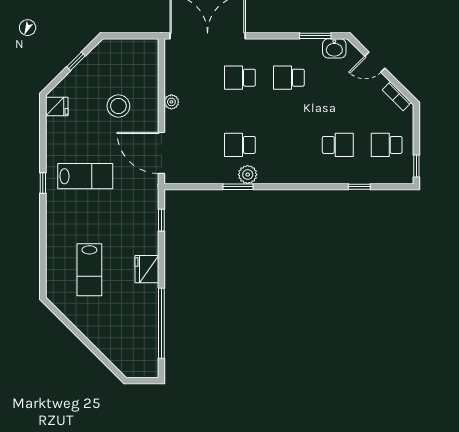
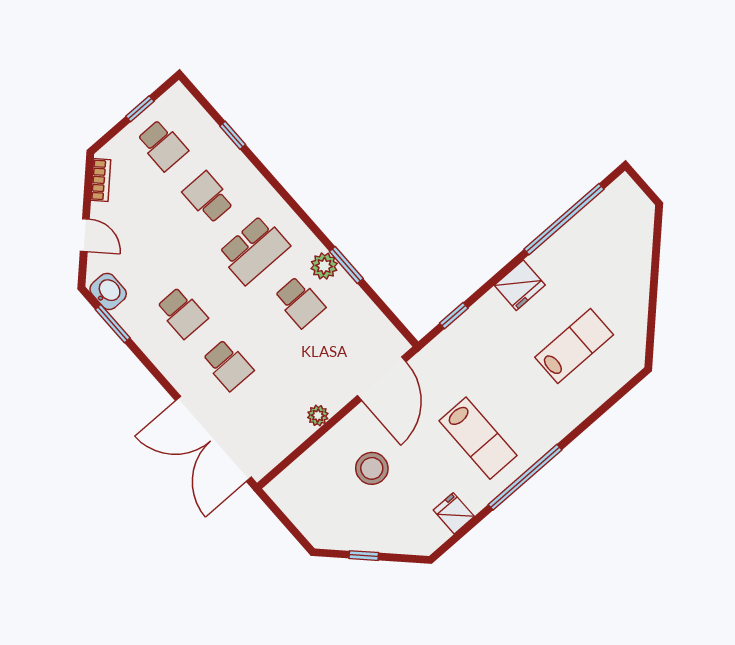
fridge: (57, 107) -> (454, 513), moved
school desk: (289, 145) -> (254, 250), added
window: (416, 166) -> (140, 109), moved
lab bench: (85, 176) -> (478, 438), turned 180
window: (43, 183) -> (525, 477), width x3.17

